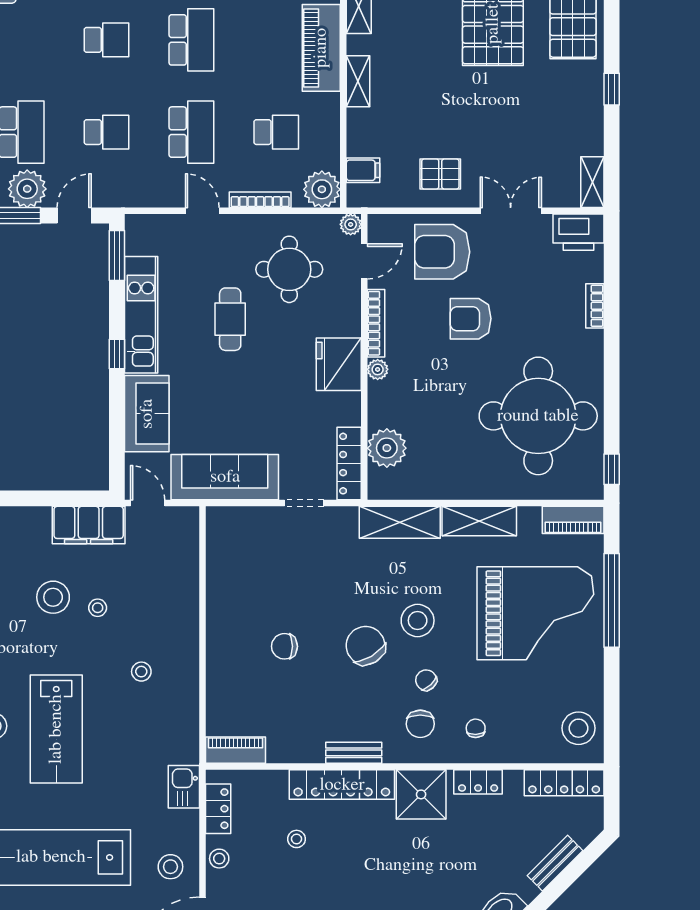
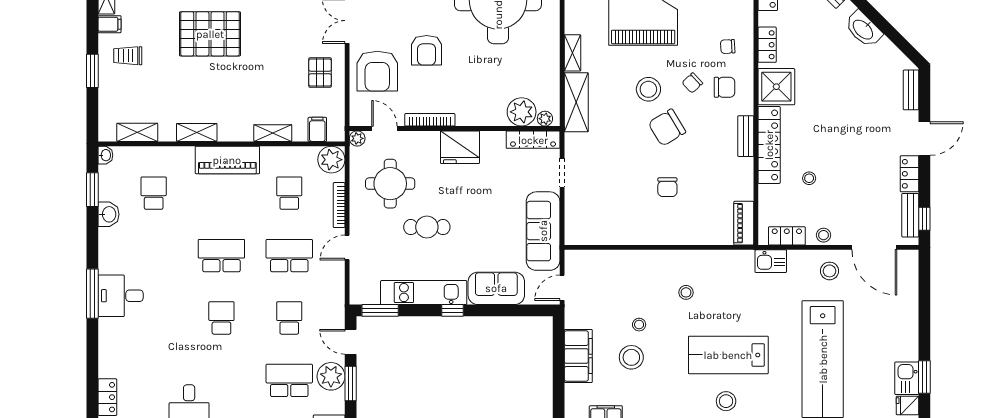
shelving: (358, 81) -> (273, 133), moved
plant: (378, 369) -> (545, 119), moved
shelving: (479, 521) -> (573, 53), width x0.67, depth x0.75
filing cabinet: (89, 525) -> (578, 356), moved
lab bench: (56, 729) -> (728, 355), turned 180

